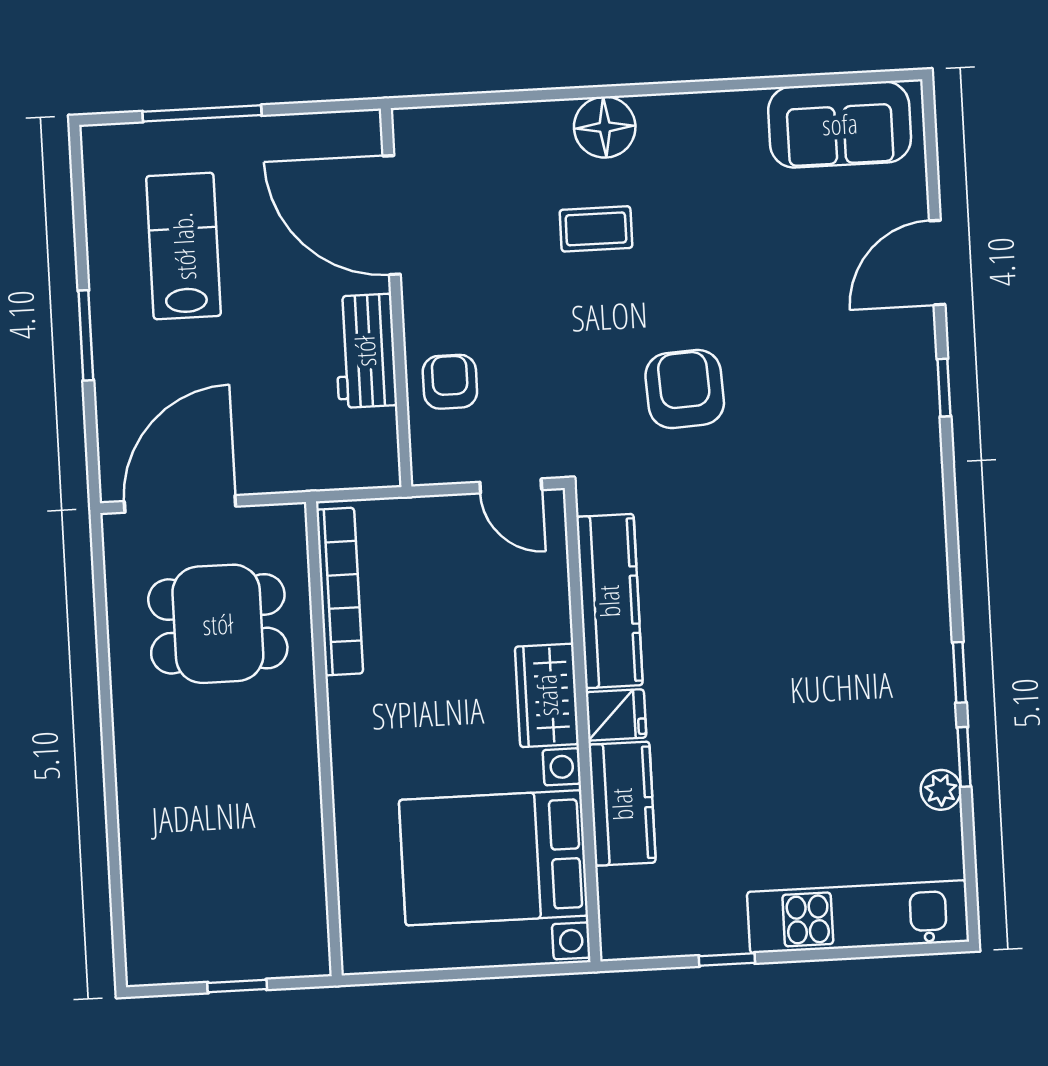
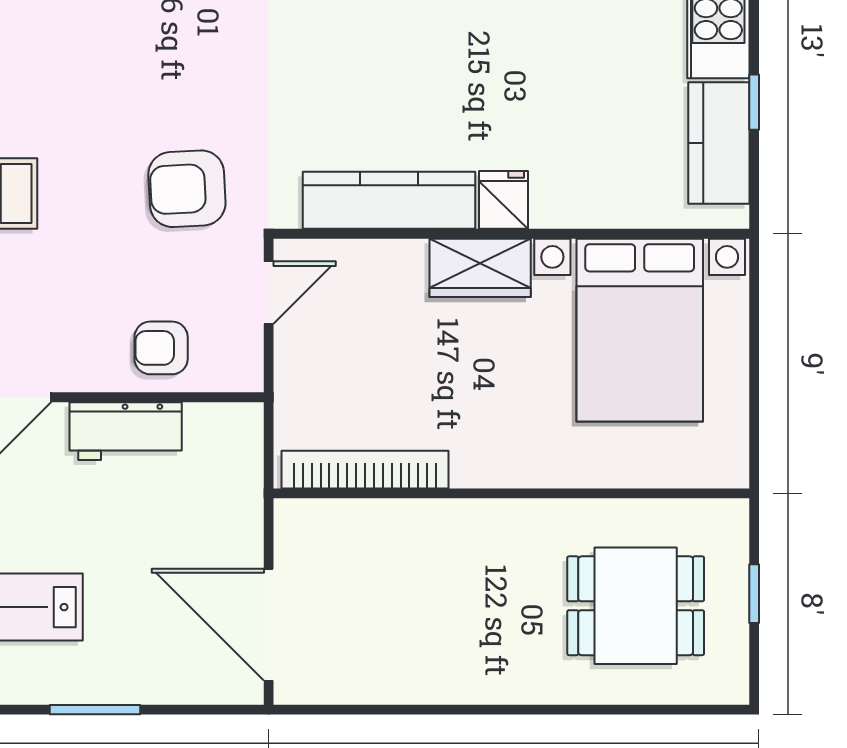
armchair: (685, 389) -> (187, 189), moved
dining table: (218, 624) -> (636, 606), moved, turned 90
kitchen counter: (622, 804) -> (719, 143), moved, turned -90

